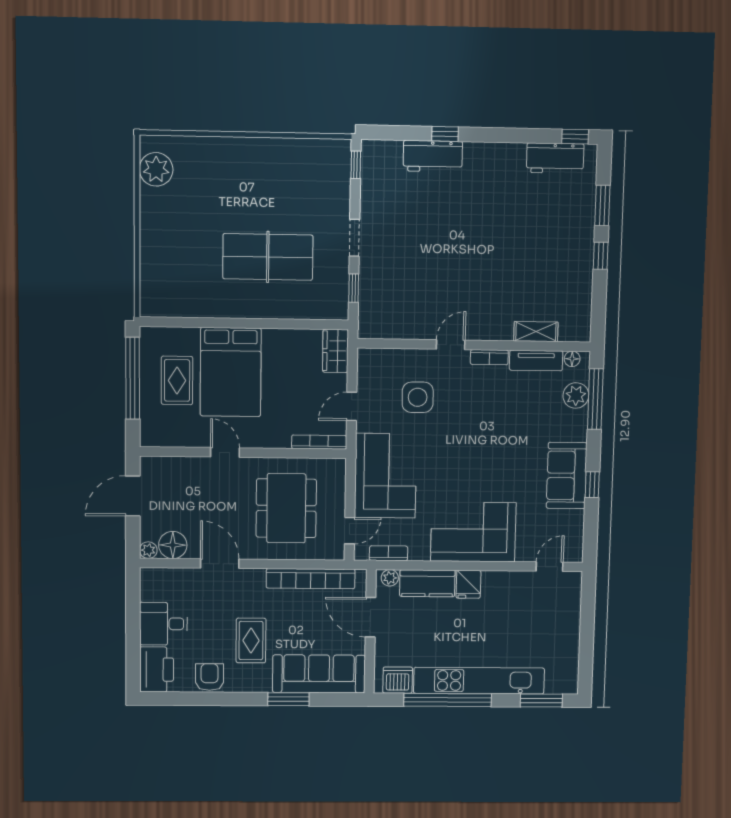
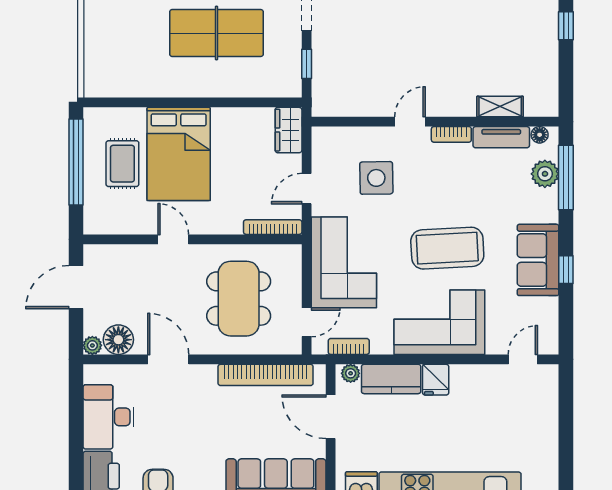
coffee table: (483, 464) -> (447, 248), added
desk: (164, 624) -> (109, 417), width x1.37
rug: (251, 641) -> (202, 443), removed

